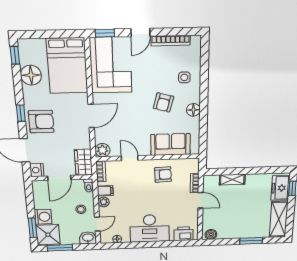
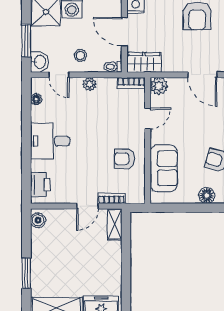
armchair: (163, 175) -> (124, 159), turned 93
shelving: (232, 180) -> (115, 224), moved
filing cabinet: (105, 191) -> (105, 87), removed
desk: (150, 228) -> (50, 141), width x0.73
window: (60, 248) -> (26, 41), moved

